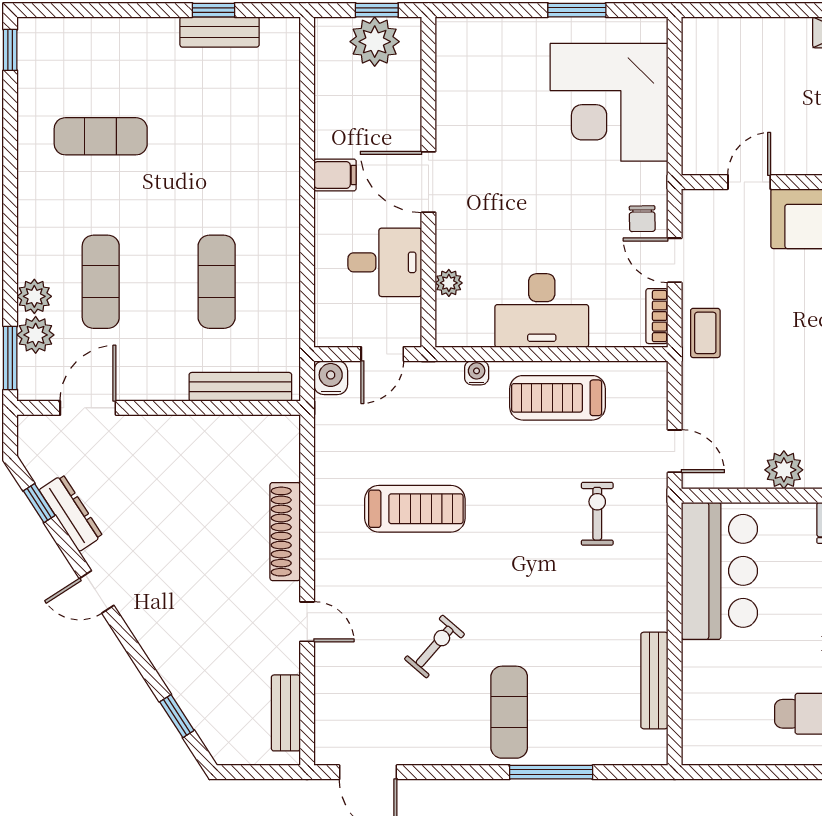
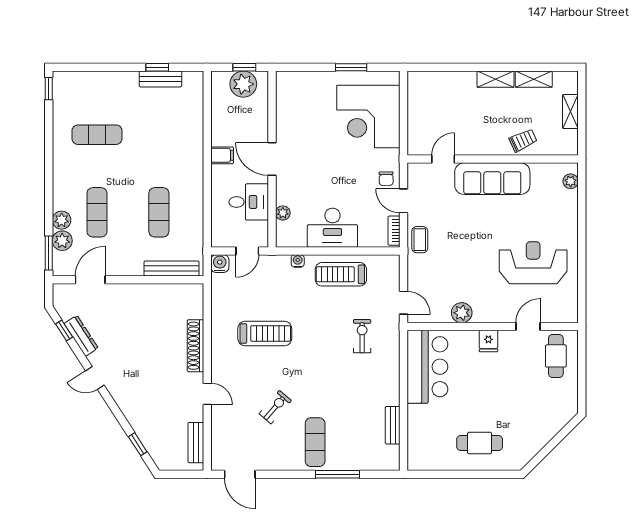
bench: (654, 680) -> (393, 425), width x0.73

